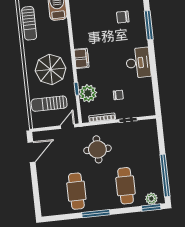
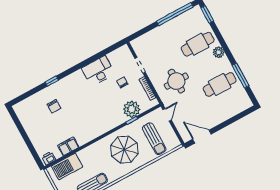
window: (149, 25) -> (52, 81), width x0.46
filing cabinet: (82, 58) -> (68, 146), moved
desk: (138, 63) -> (98, 71), moved
door: (68, 126) -> (167, 115), swing flipped
plant: (151, 199) -> (219, 52), moved
window: (96, 214) -> (240, 75), moved

